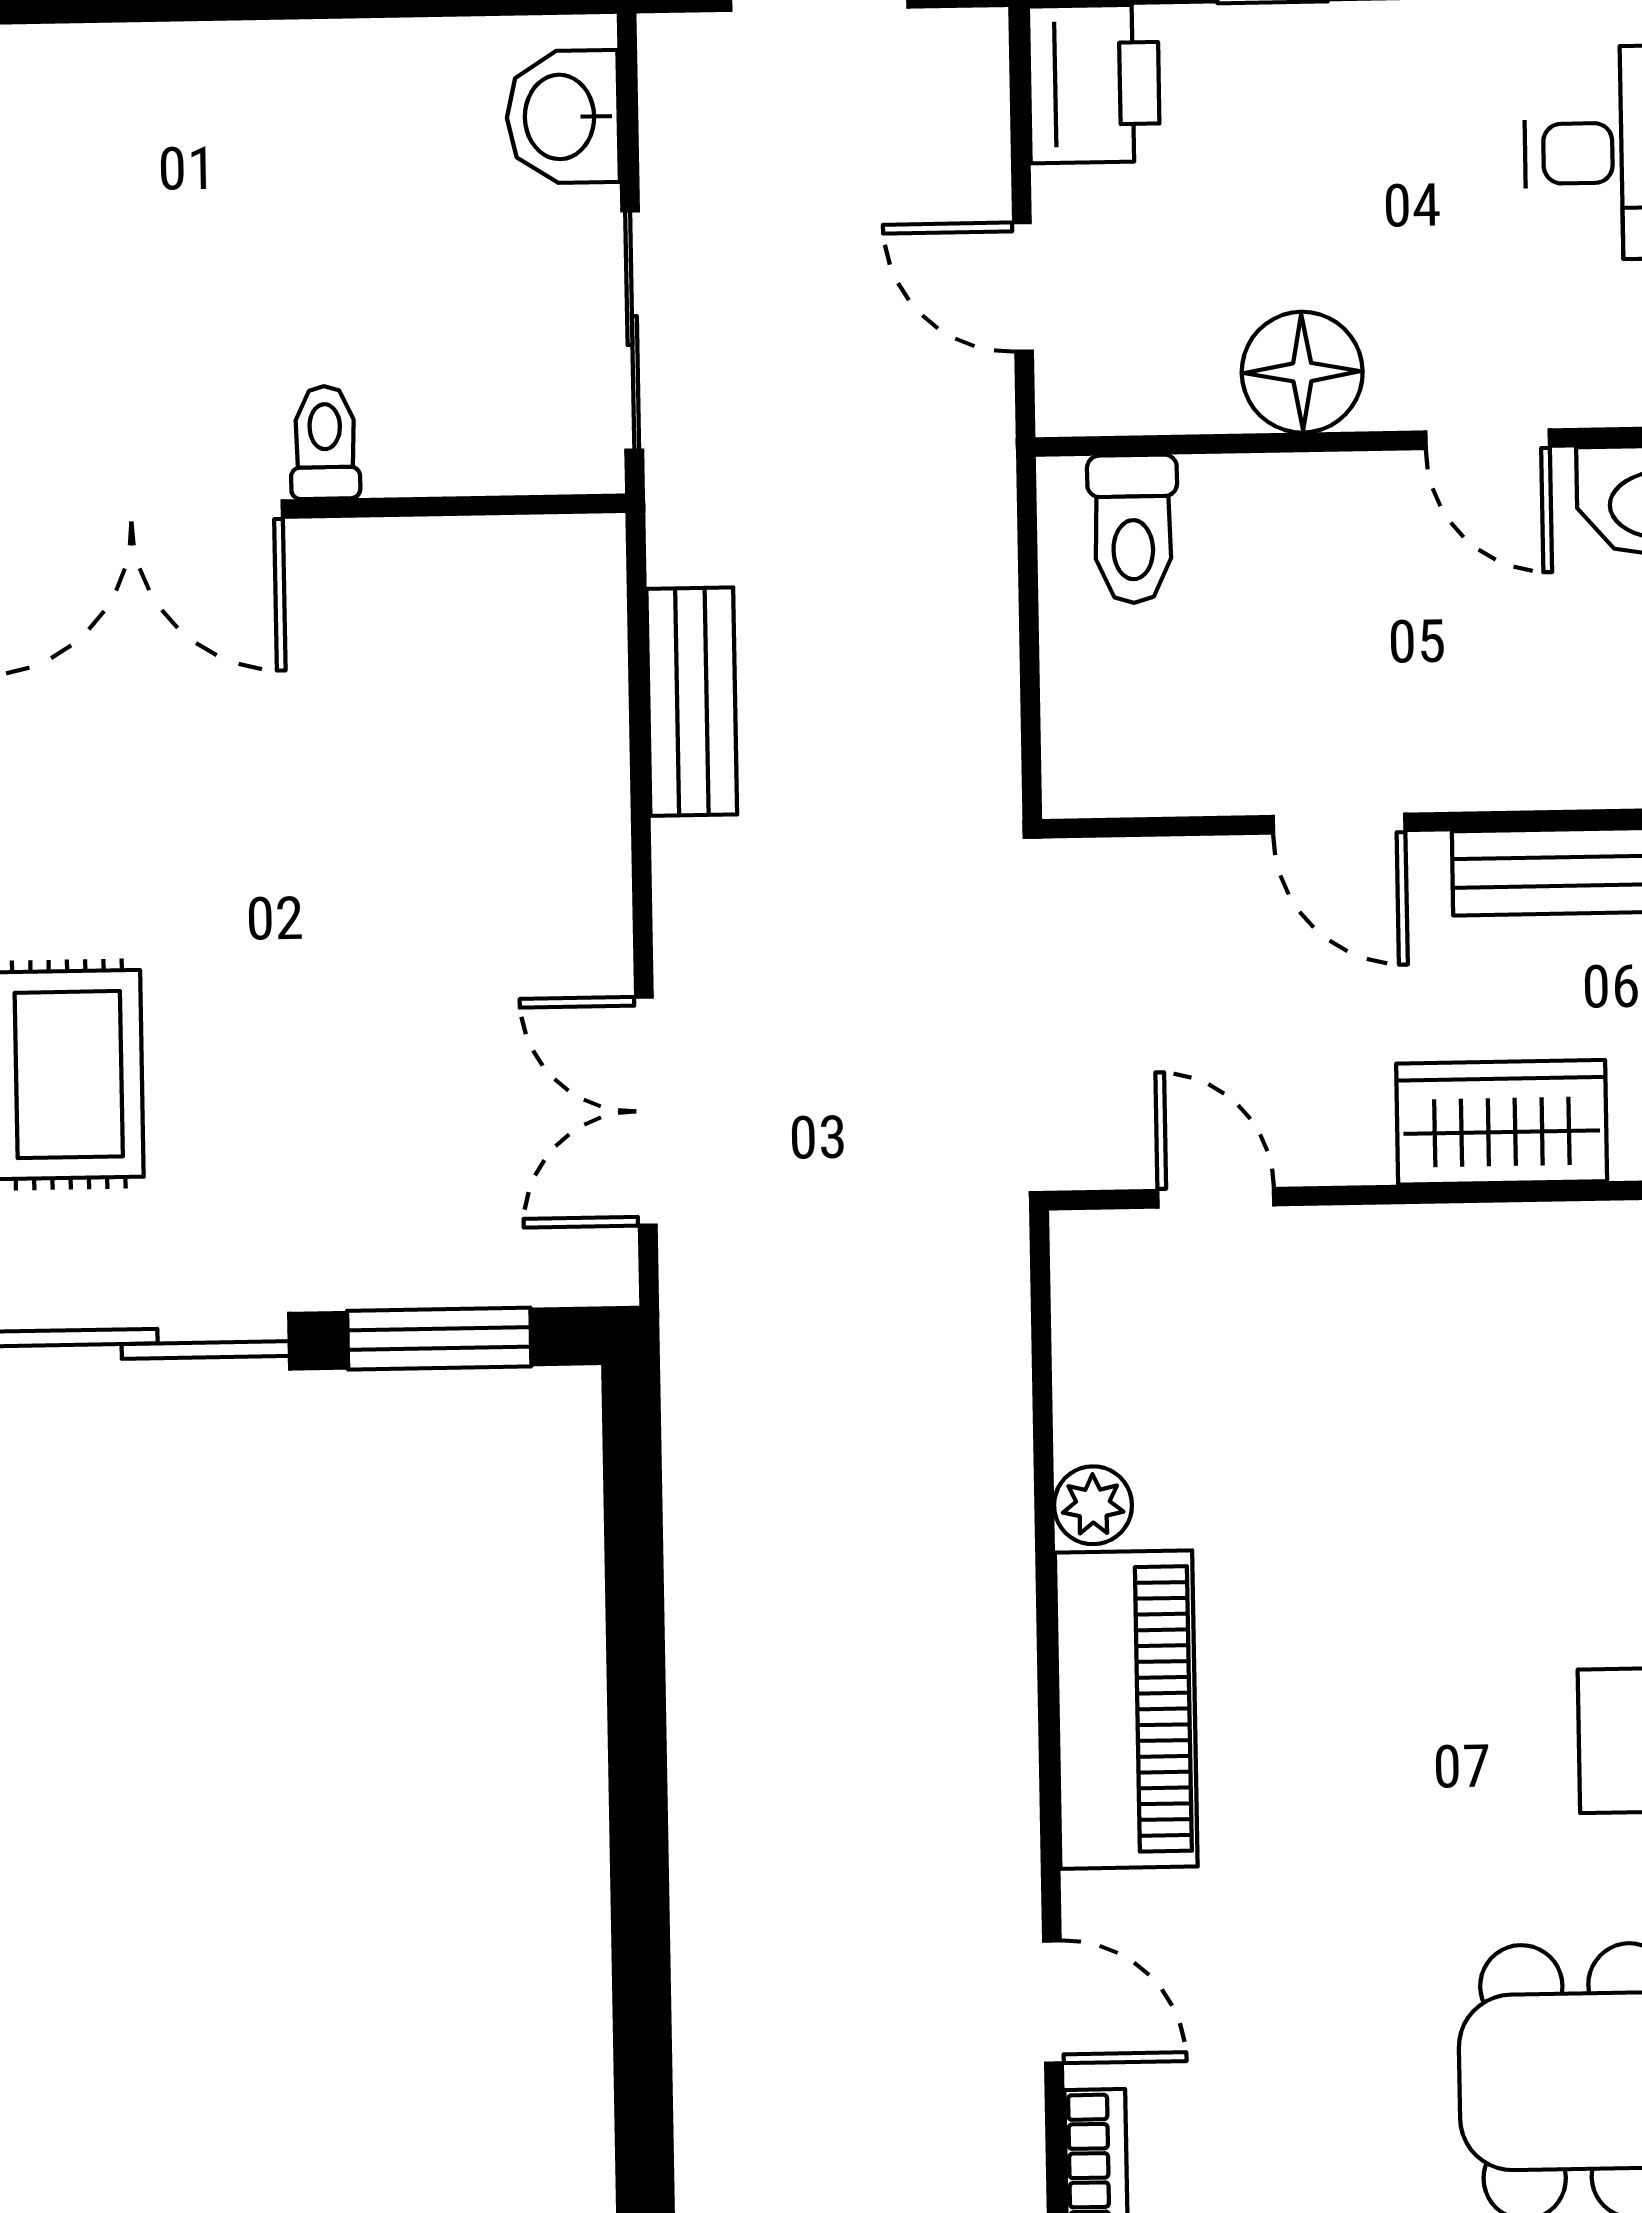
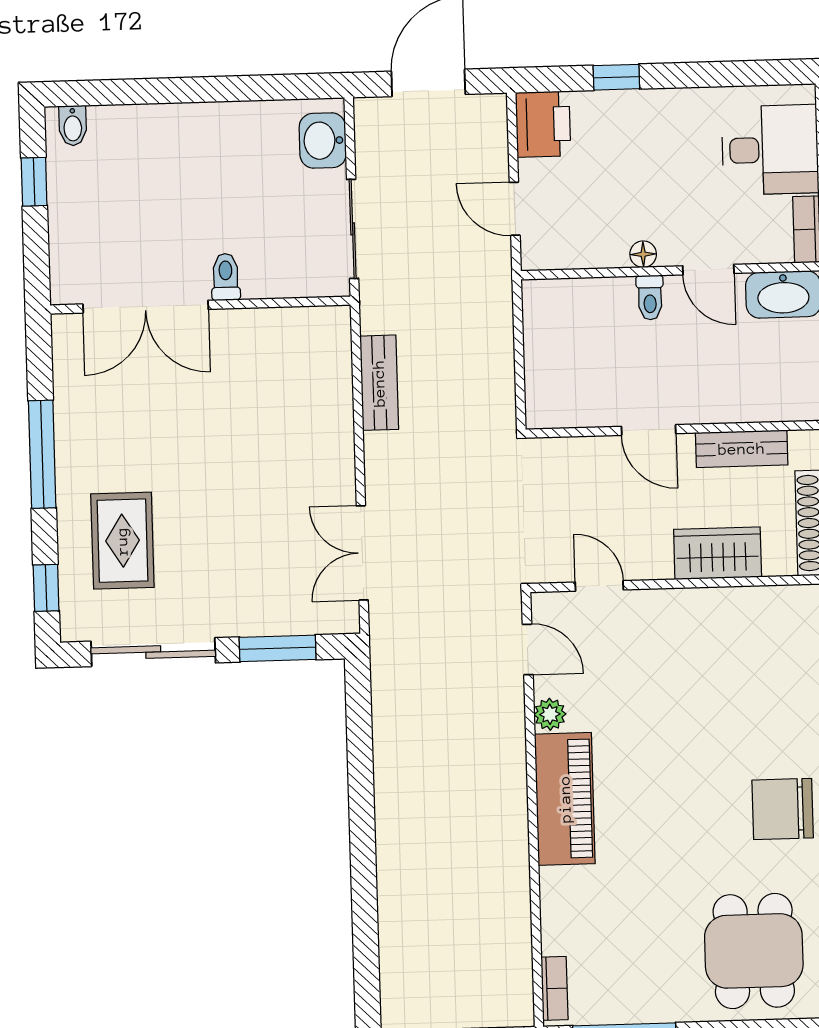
floor lamp: (1302, 372) -> (643, 254), width x0.53, depth x0.53
toilet: (1133, 529) -> (650, 298), moved, width x0.73, depth x0.72
door: (1053, 2002) -> (528, 649), moved

